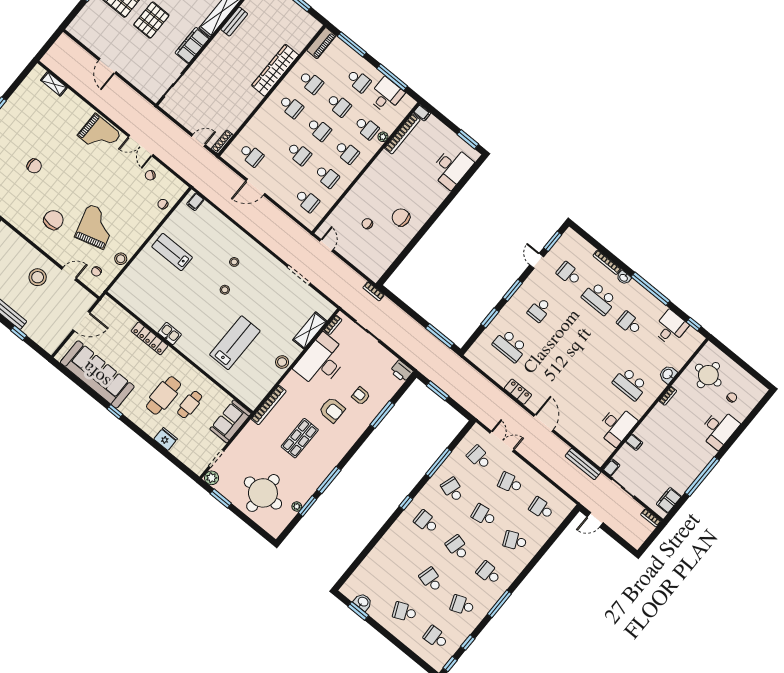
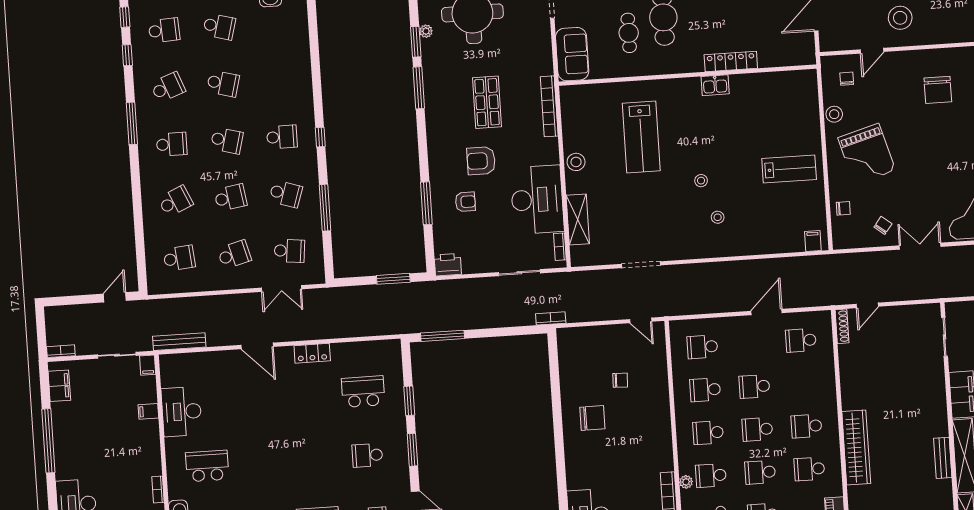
grand piano: (96, 227) -> (867, 154), moved
school desk: (539, 310) -> (367, 455), turned -90
school desk: (405, 612) -> (219, 27), turned 39

